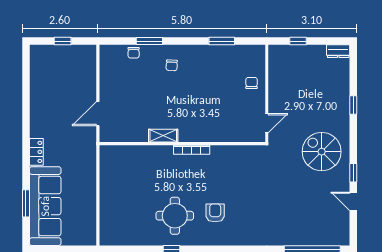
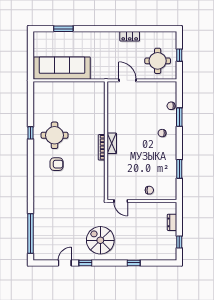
window: (298, 41) -> (179, 242), moved
dresser: (338, 51) -> (172, 222), moved
round table: (71, 71) -> (158, 61), added
shelving: (163, 136) -> (112, 143), moved
locker: (36, 152) -> (130, 36), moved
spiral stairs: (322, 152) -> (100, 240), turned -90
sofa: (45, 206) -> (62, 68), moved, turned 180

